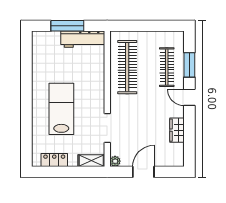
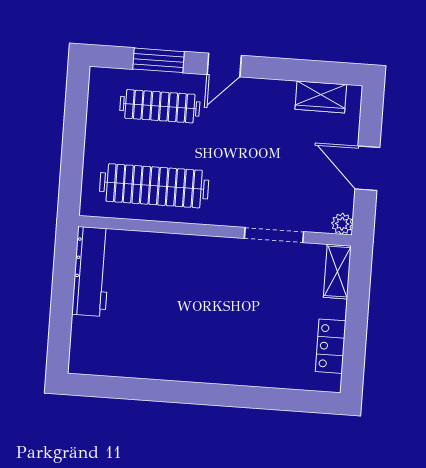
window: (67, 26) -> (62, 300), removed
lab bench: (61, 109) -> (229, 325), removed
wardrobe: (177, 130) -> (321, 97), moved

